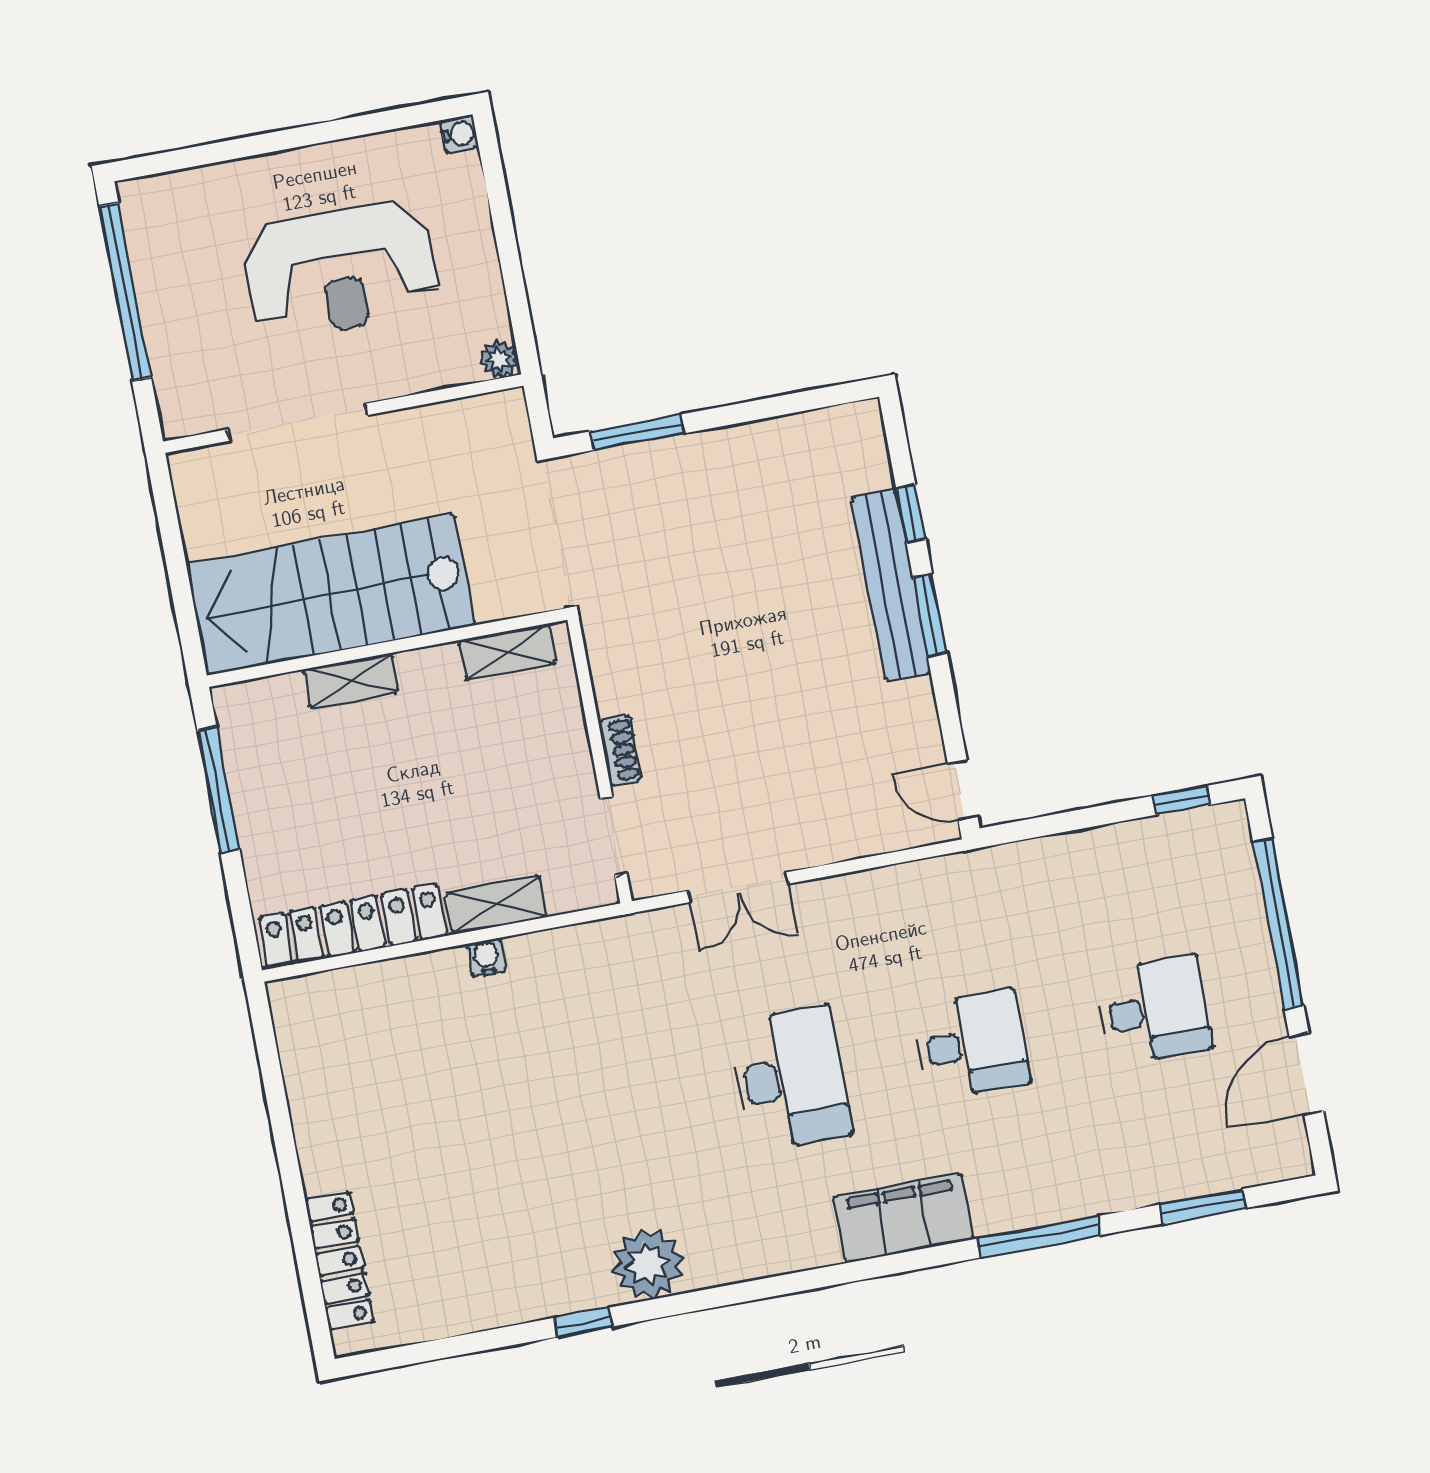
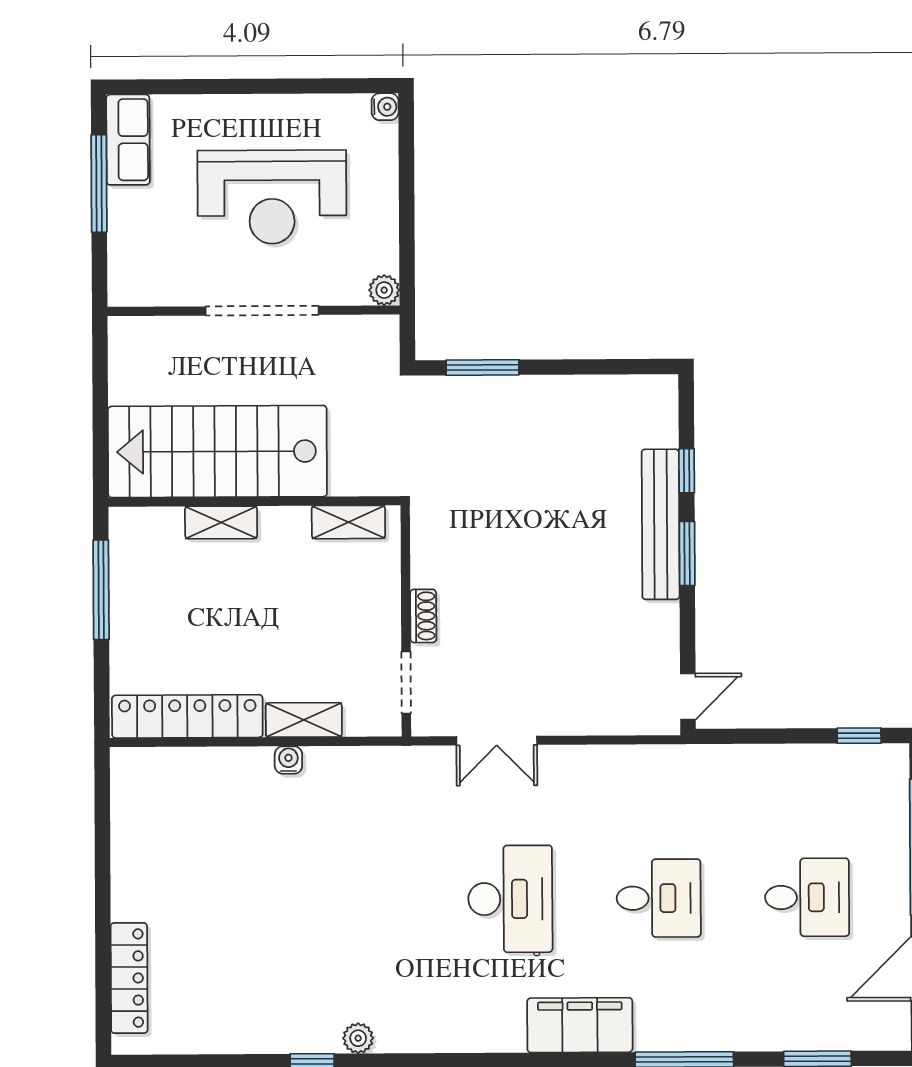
row of seats: (151, 232) -> (128, 140), added
window: (125, 292) -> (99, 183), width x0.68
doorway: (298, 422) -> (262, 311), moved
door: (963, 791) -> (688, 697), swing flipped
plant: (647, 1264) -> (358, 1038), width x0.53, depth x0.53

